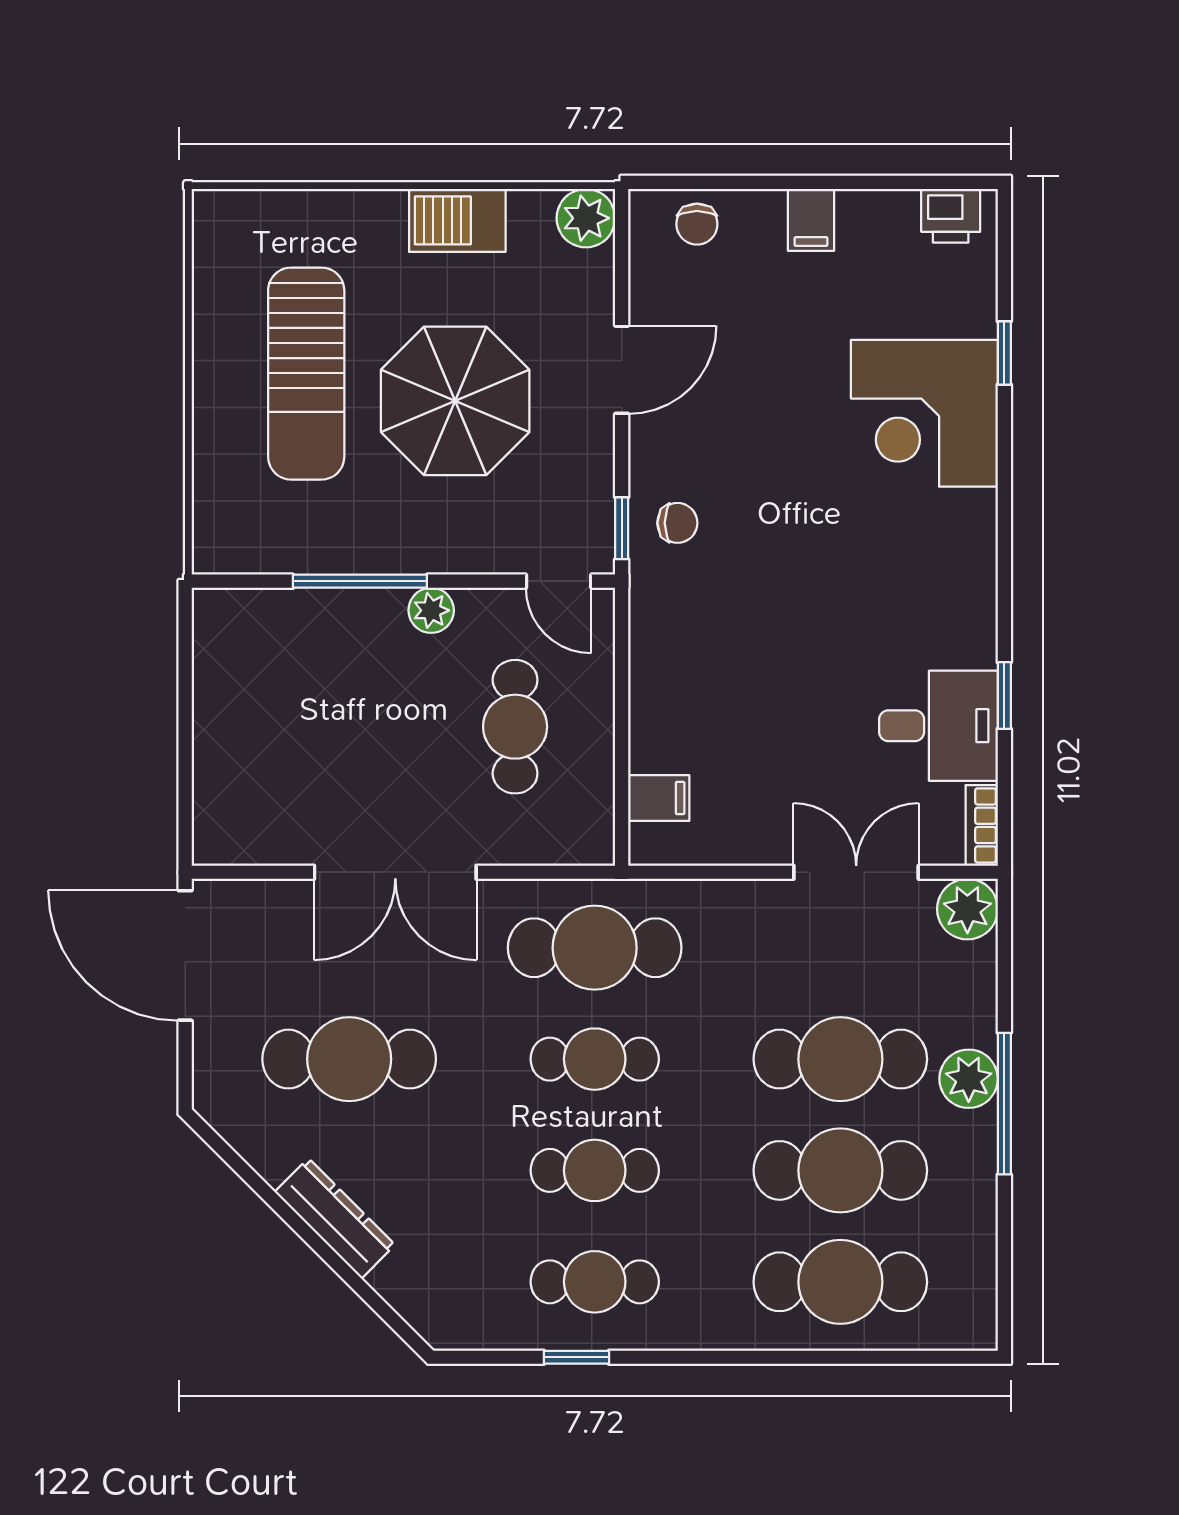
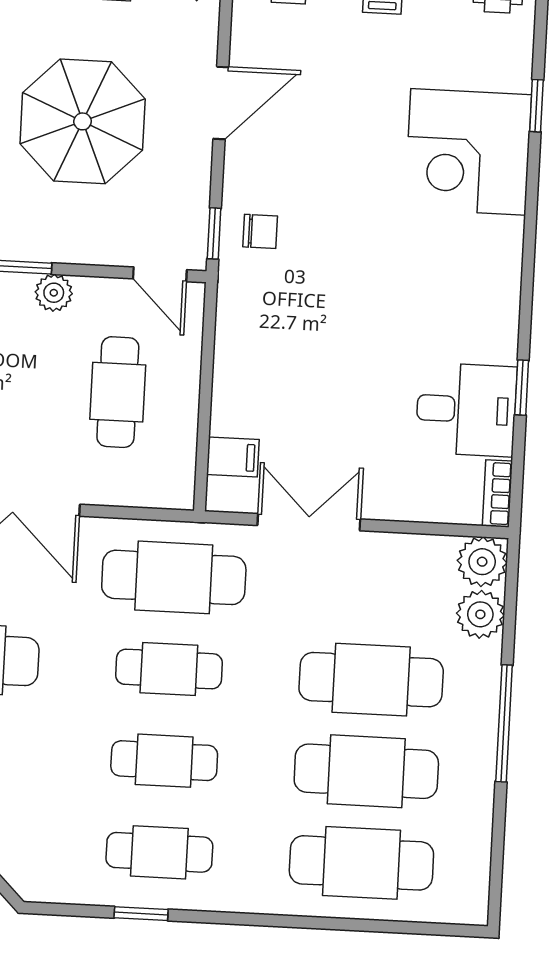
double door: (856, 872) -> (309, 522), moved
plant: (969, 1079) -> (480, 614), moved

